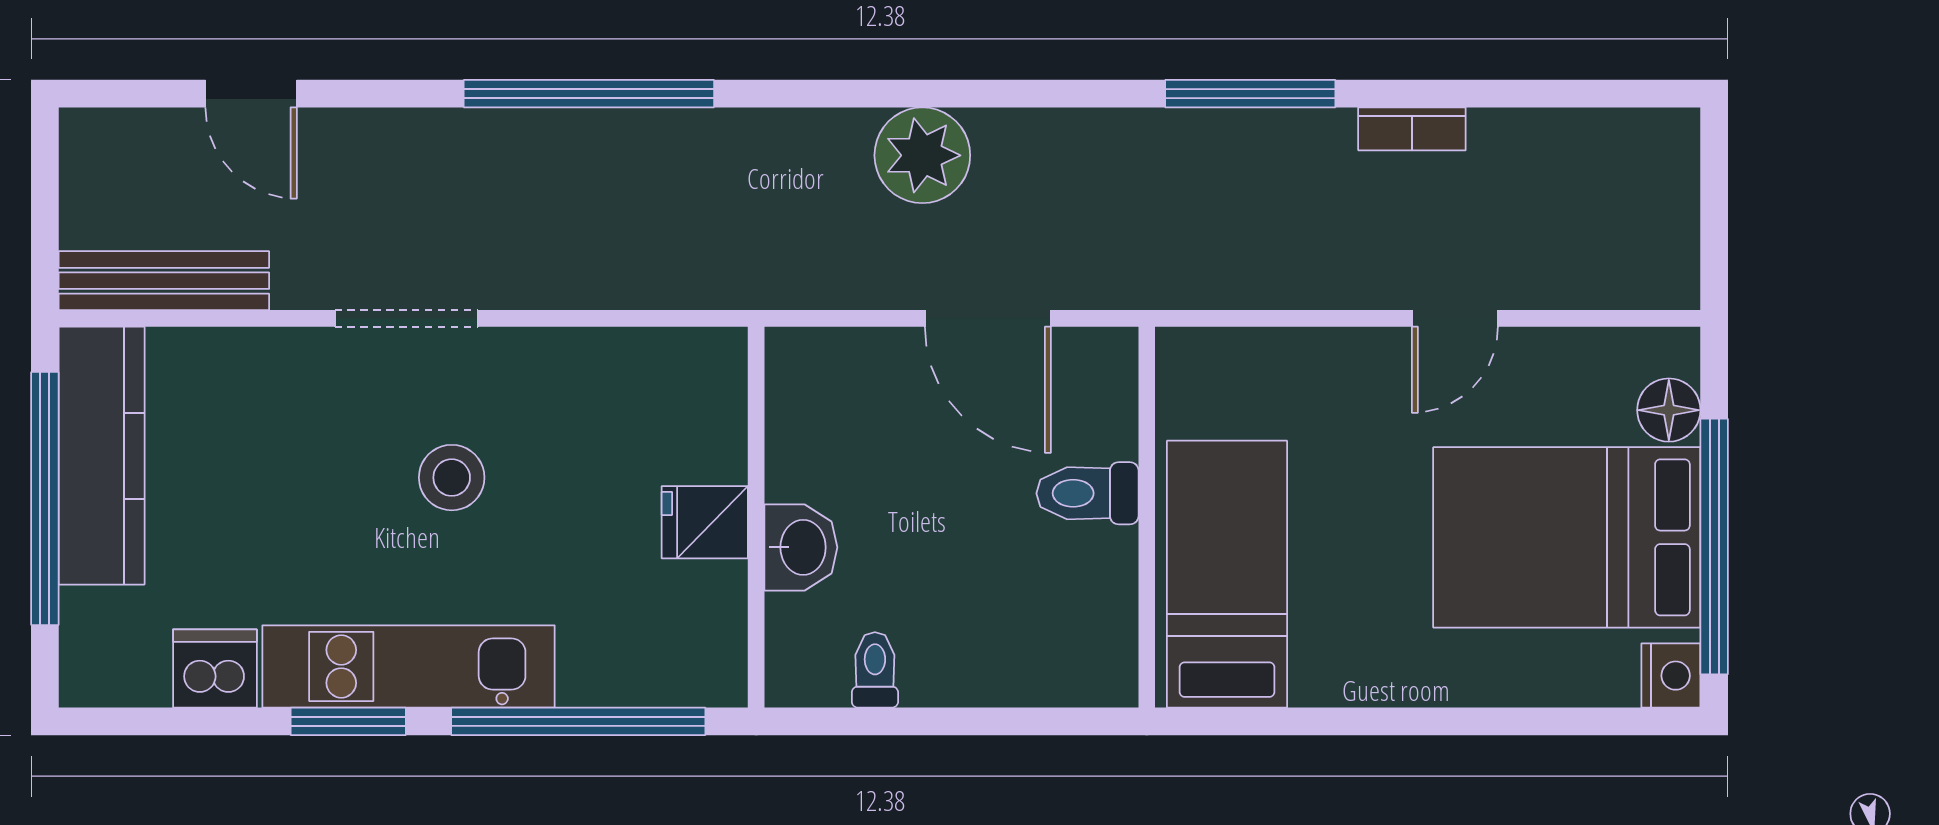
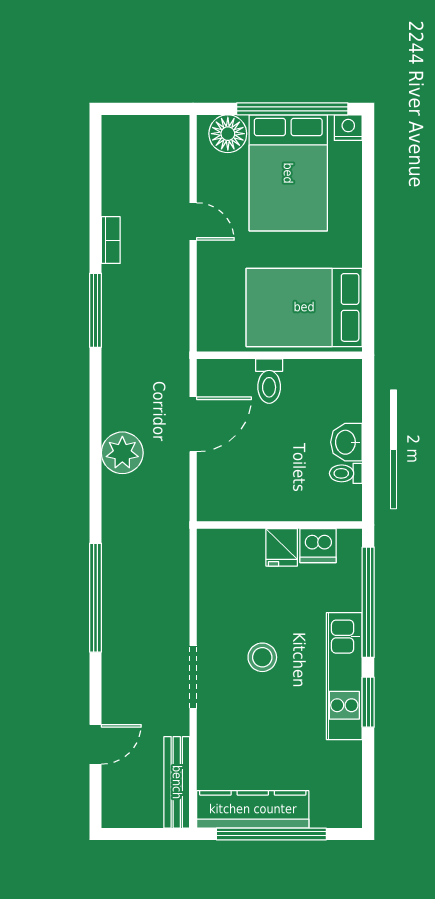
floor lamp: (1669, 410) -> (228, 134), width x1.38, depth x1.38
washbasin: (801, 547) -> (346, 442), moved, turned -90
bed: (1227, 574) -> (304, 307), width x1.50
dishwasher: (215, 668) -> (318, 546), moved, turned -90

